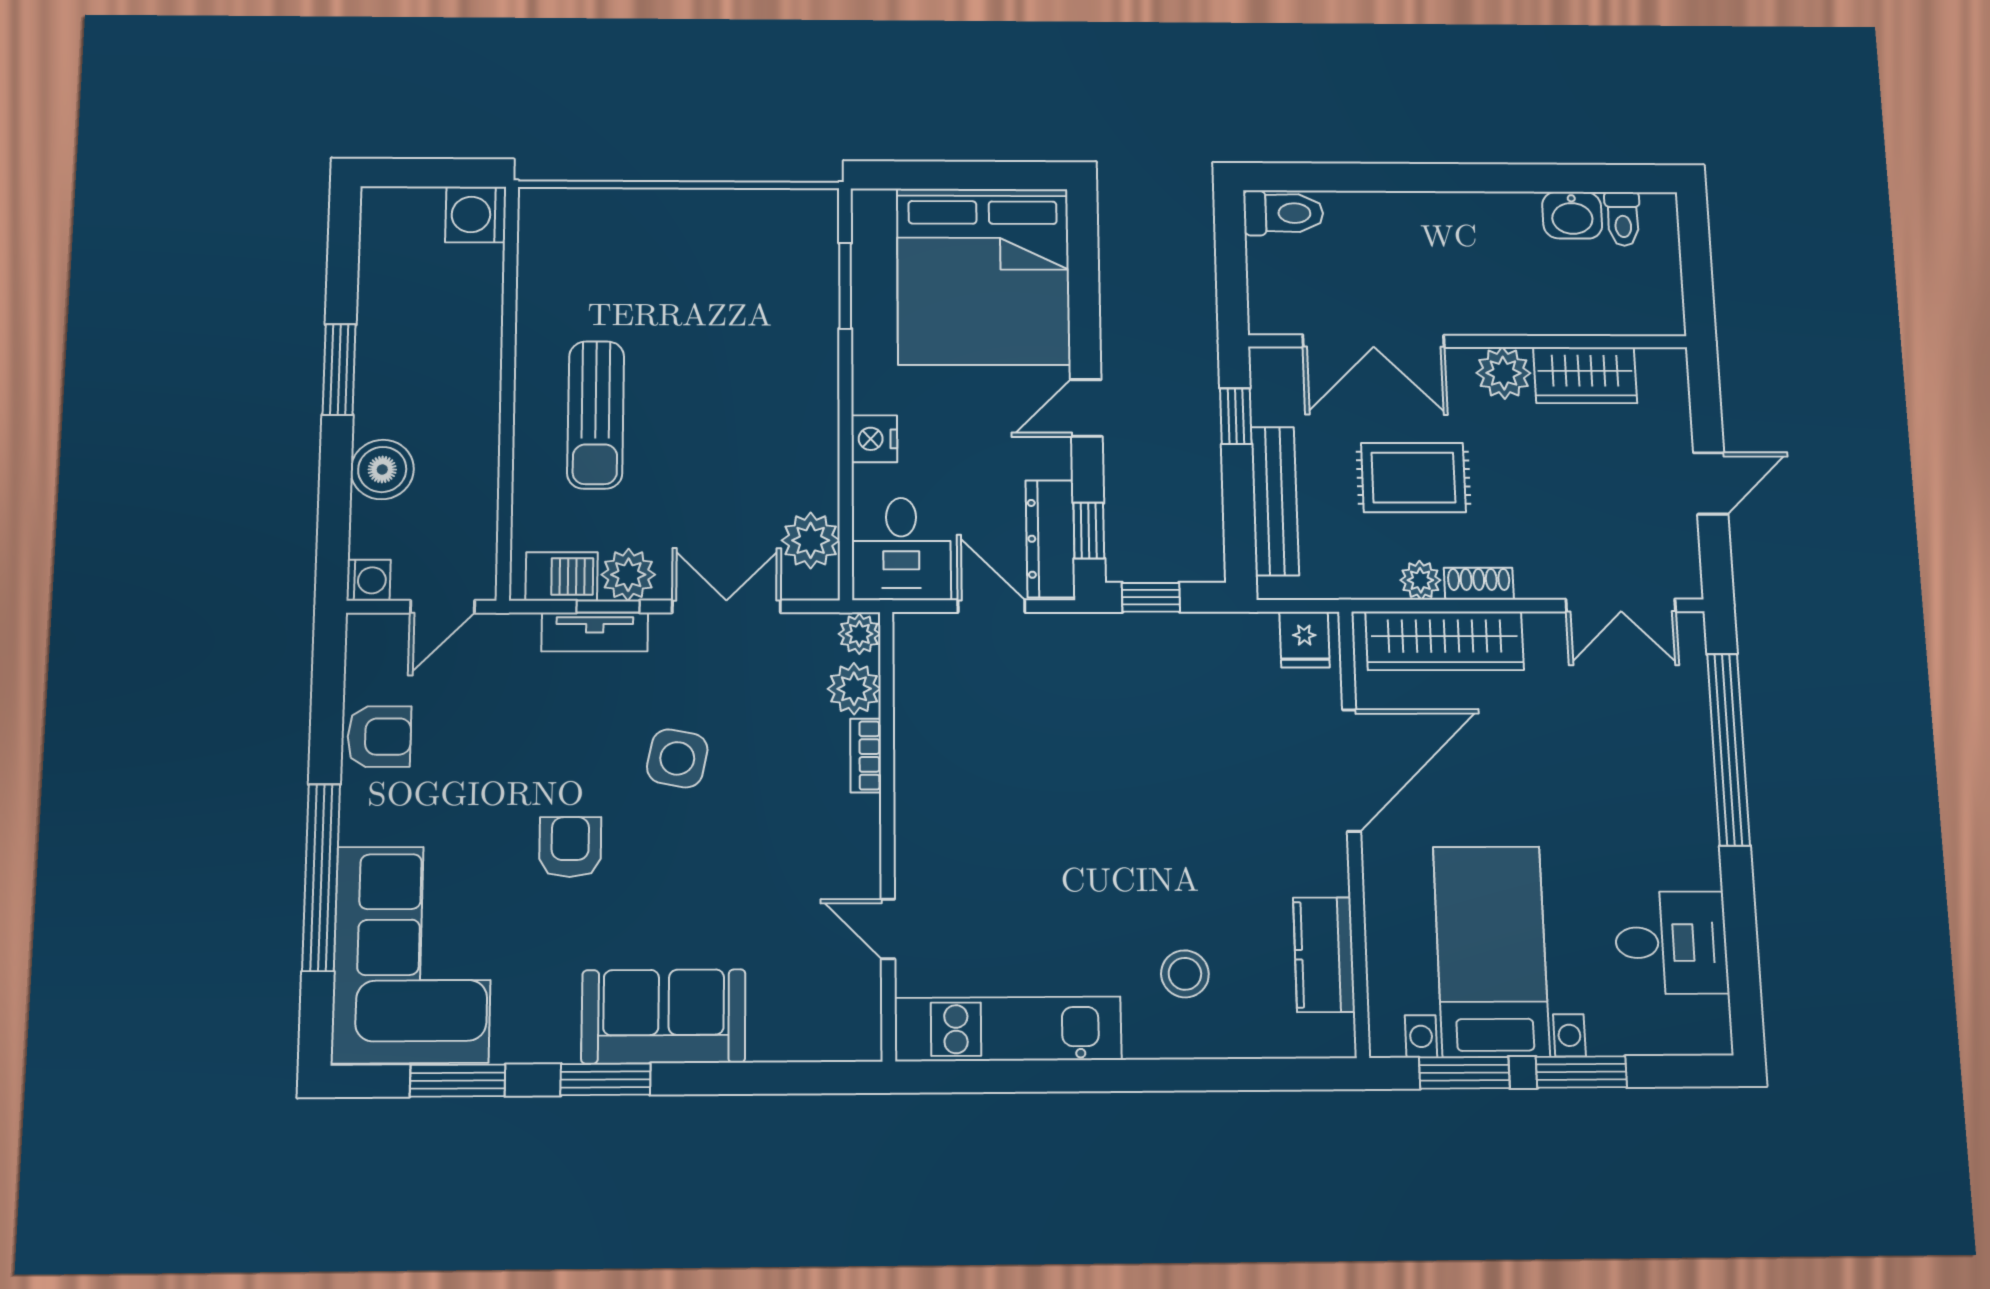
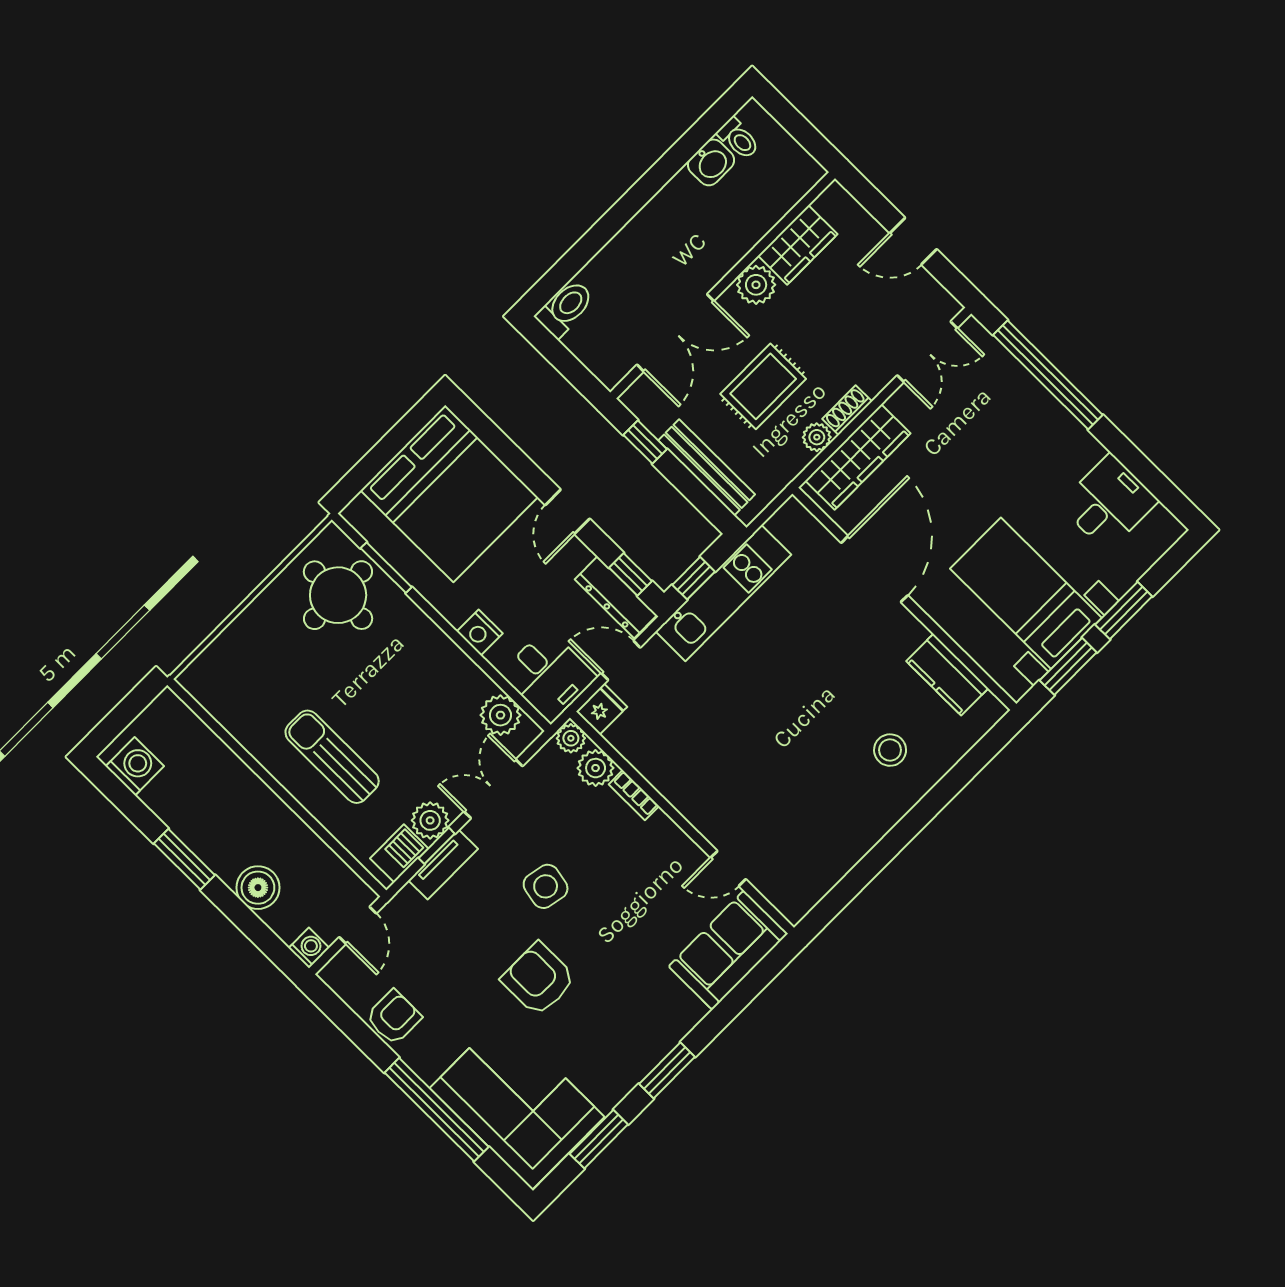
washing machine: (476, 215) -> (135, 766), moved, turned 180
round table: (769, 266) -> (338, 595), added
sun lounger: (596, 415) -> (332, 757), turned 180
door: (1711, 483) -> (913, 241), swing flipped
fridge: (1304, 640) -> (602, 709), moved, turned -90
armchair: (570, 847) -> (538, 979), width x1.38, depth x1.38
sofa: (664, 1016) -> (728, 950), moved
kitchen unit: (1008, 1029) -> (723, 593), moved, turned 180

